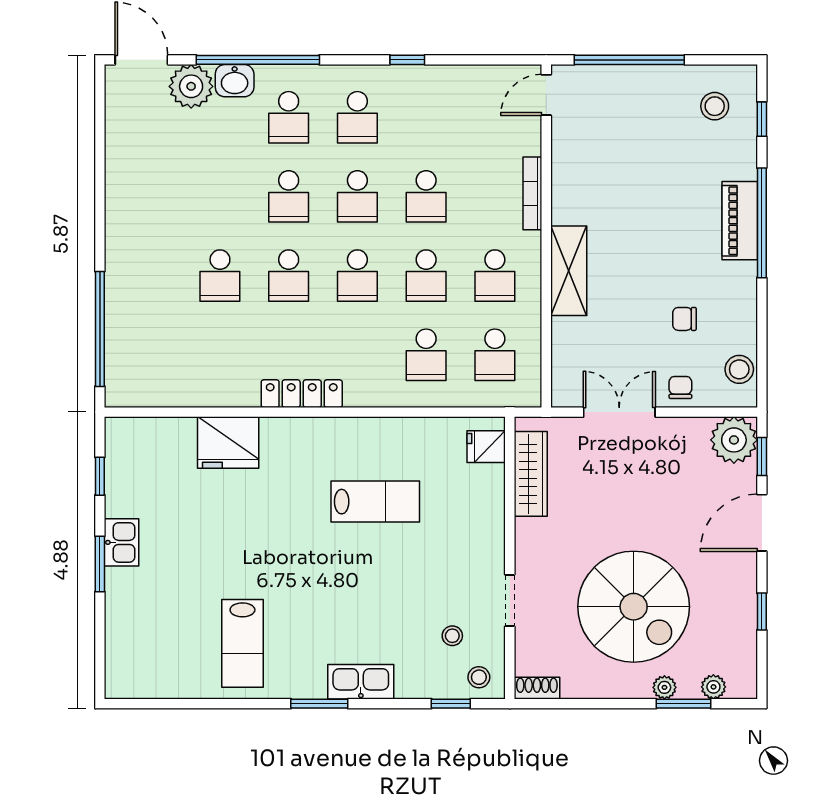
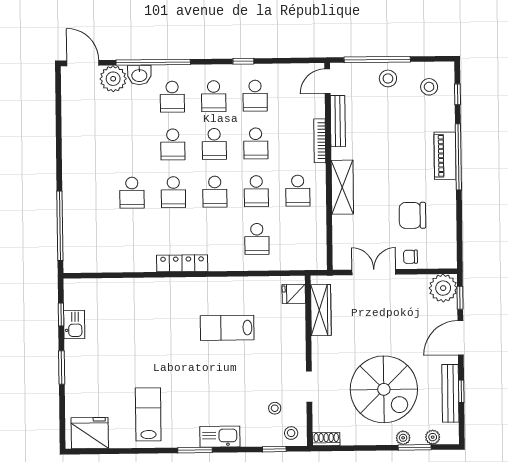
bench: (563, 161) -> (338, 121), added
chair: (684, 319) -> (412, 215), width x1.87, depth x1.87
school desk: (495, 355) -> (255, 96), moved
stool: (739, 369) -> (388, 78), moved
chair: (680, 387) -> (410, 257), turned -90
fridge: (228, 443) -> (90, 433), moved, turned 180
lab bench: (375, 502) -> (227, 328), turned 180
kitchen sink: (122, 542) -> (74, 325), moved
bench: (744, 615) -> (450, 393), added
lab bench: (242, 643) -> (148, 414), turned 180

